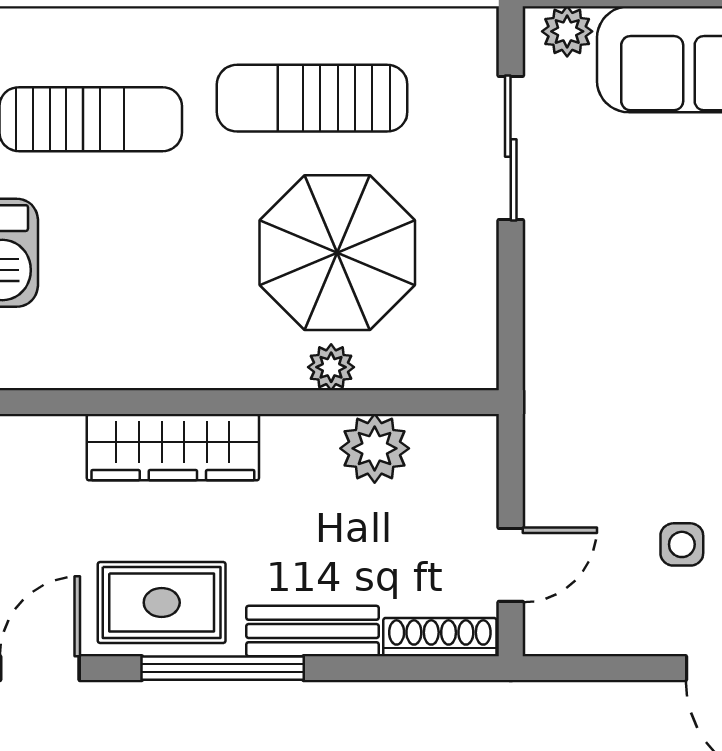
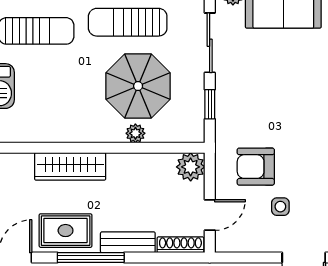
window: (511, 297) -> (210, 104), added
plant: (375, 448) -> (191, 167), moved
armchair: (622, 448) -> (256, 167), added

